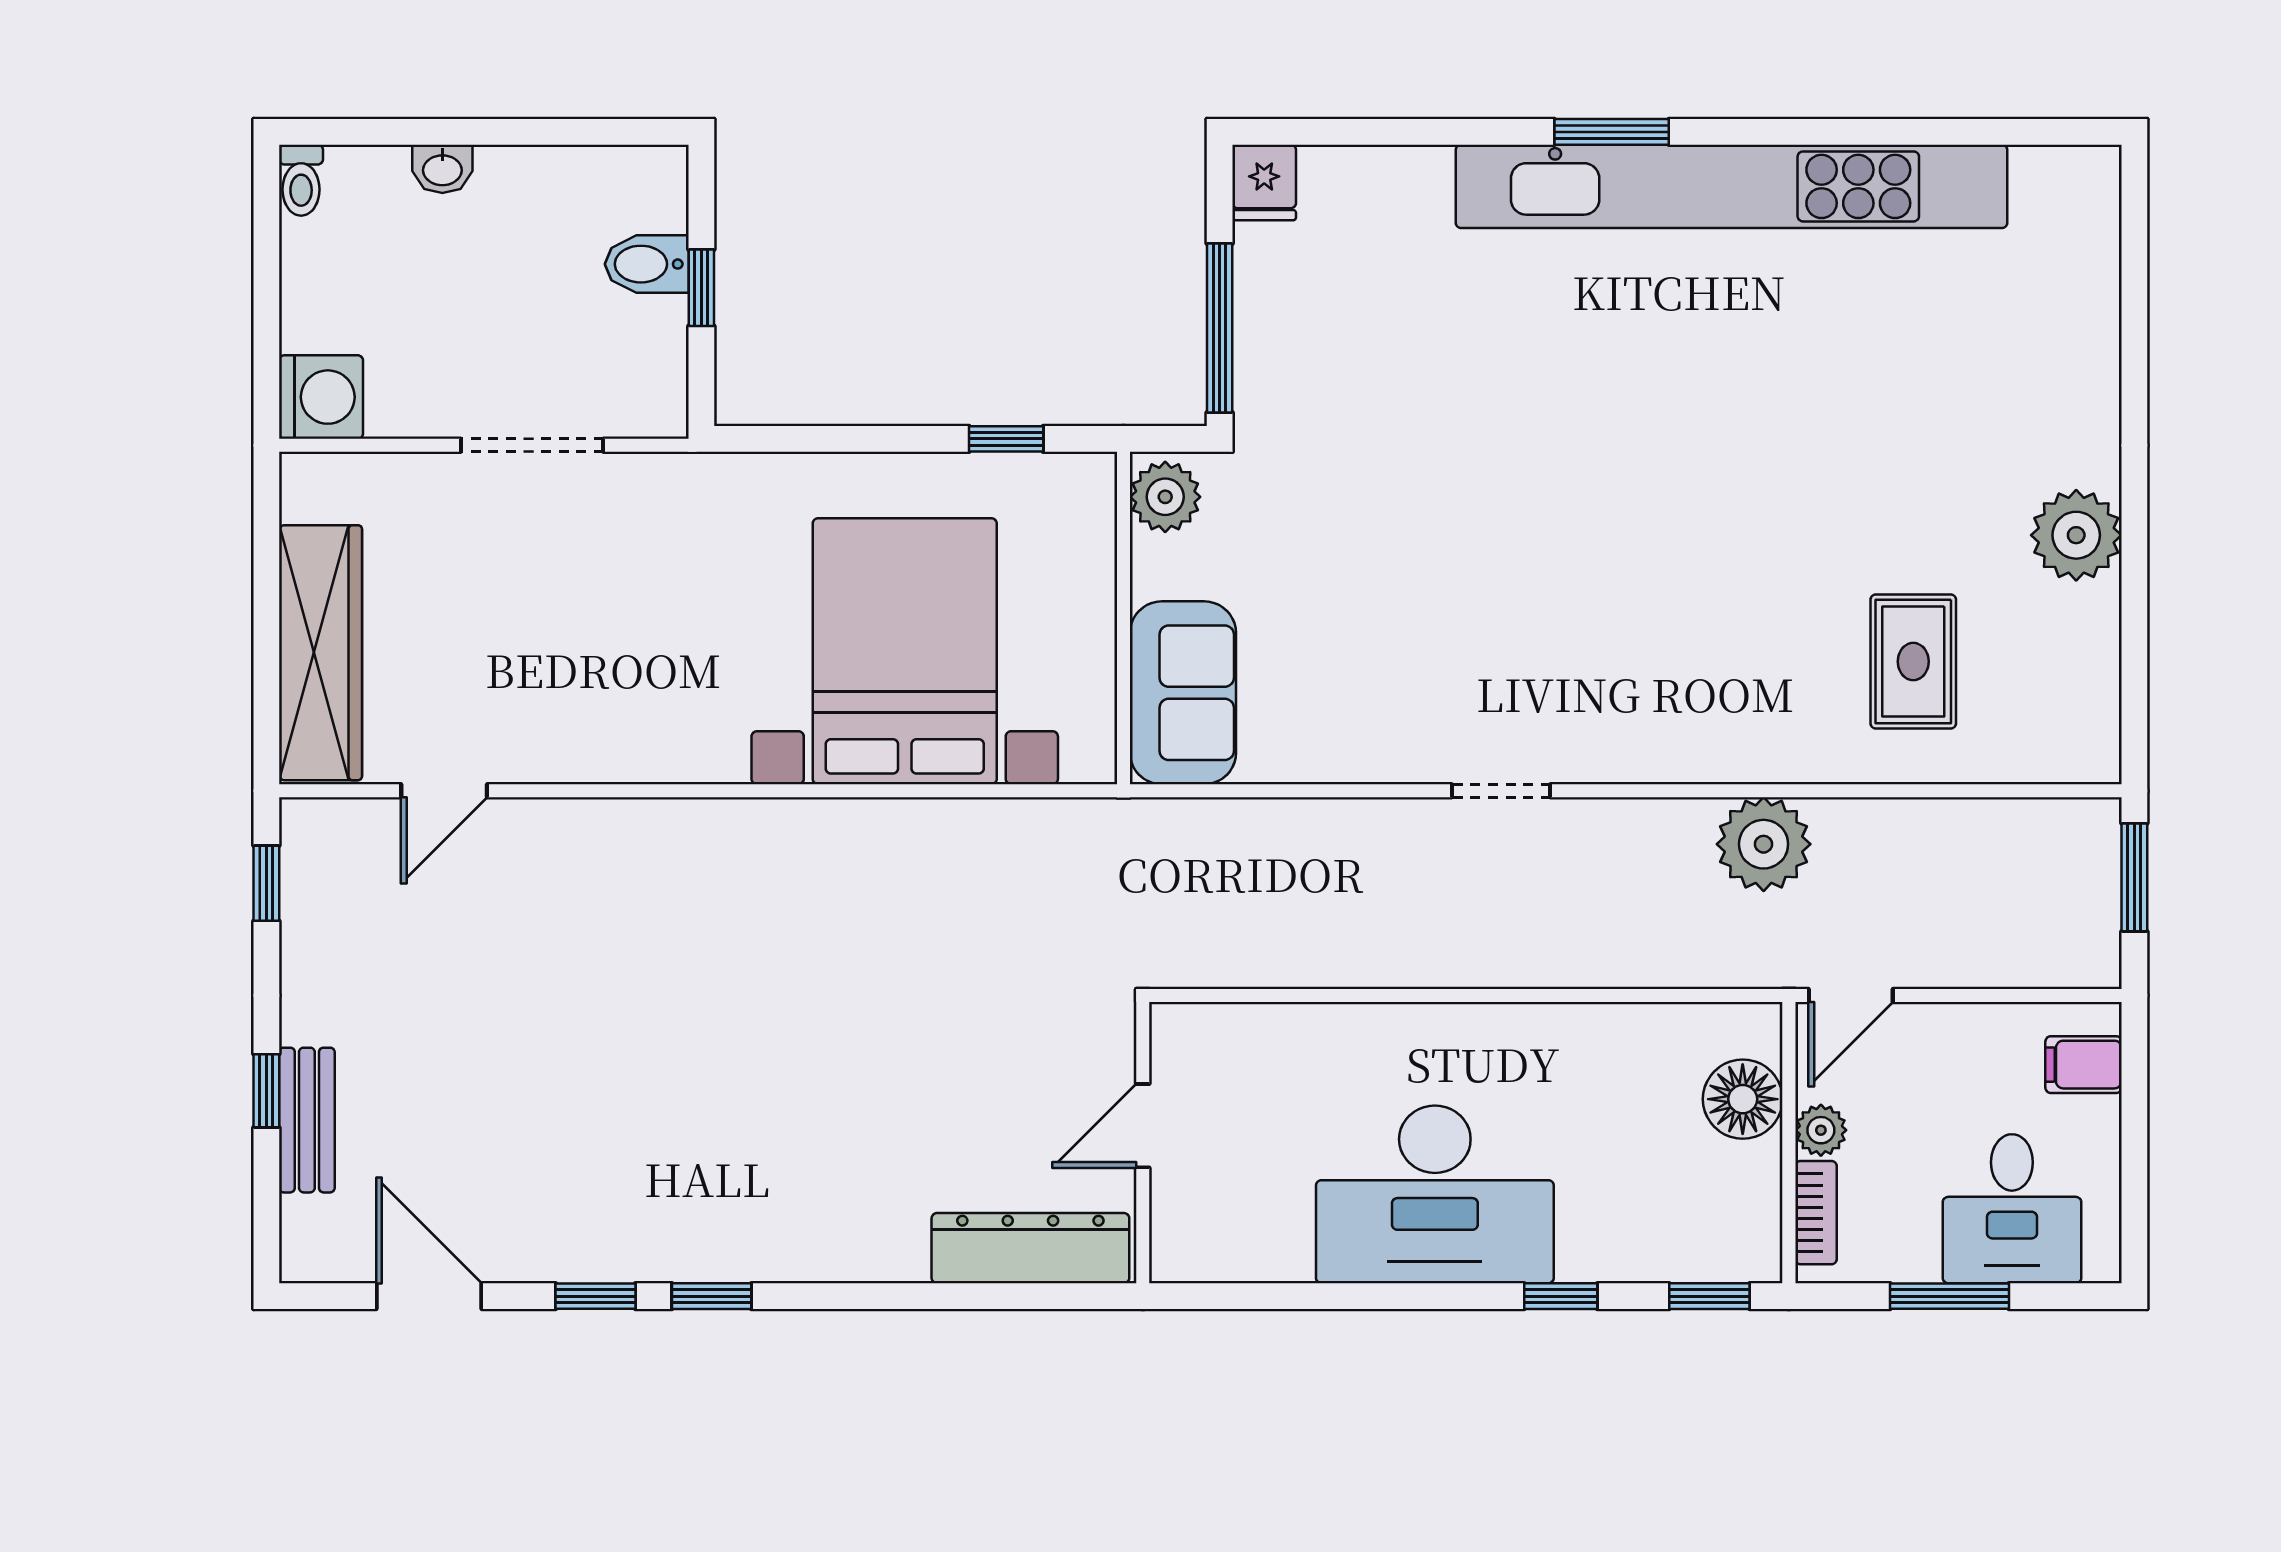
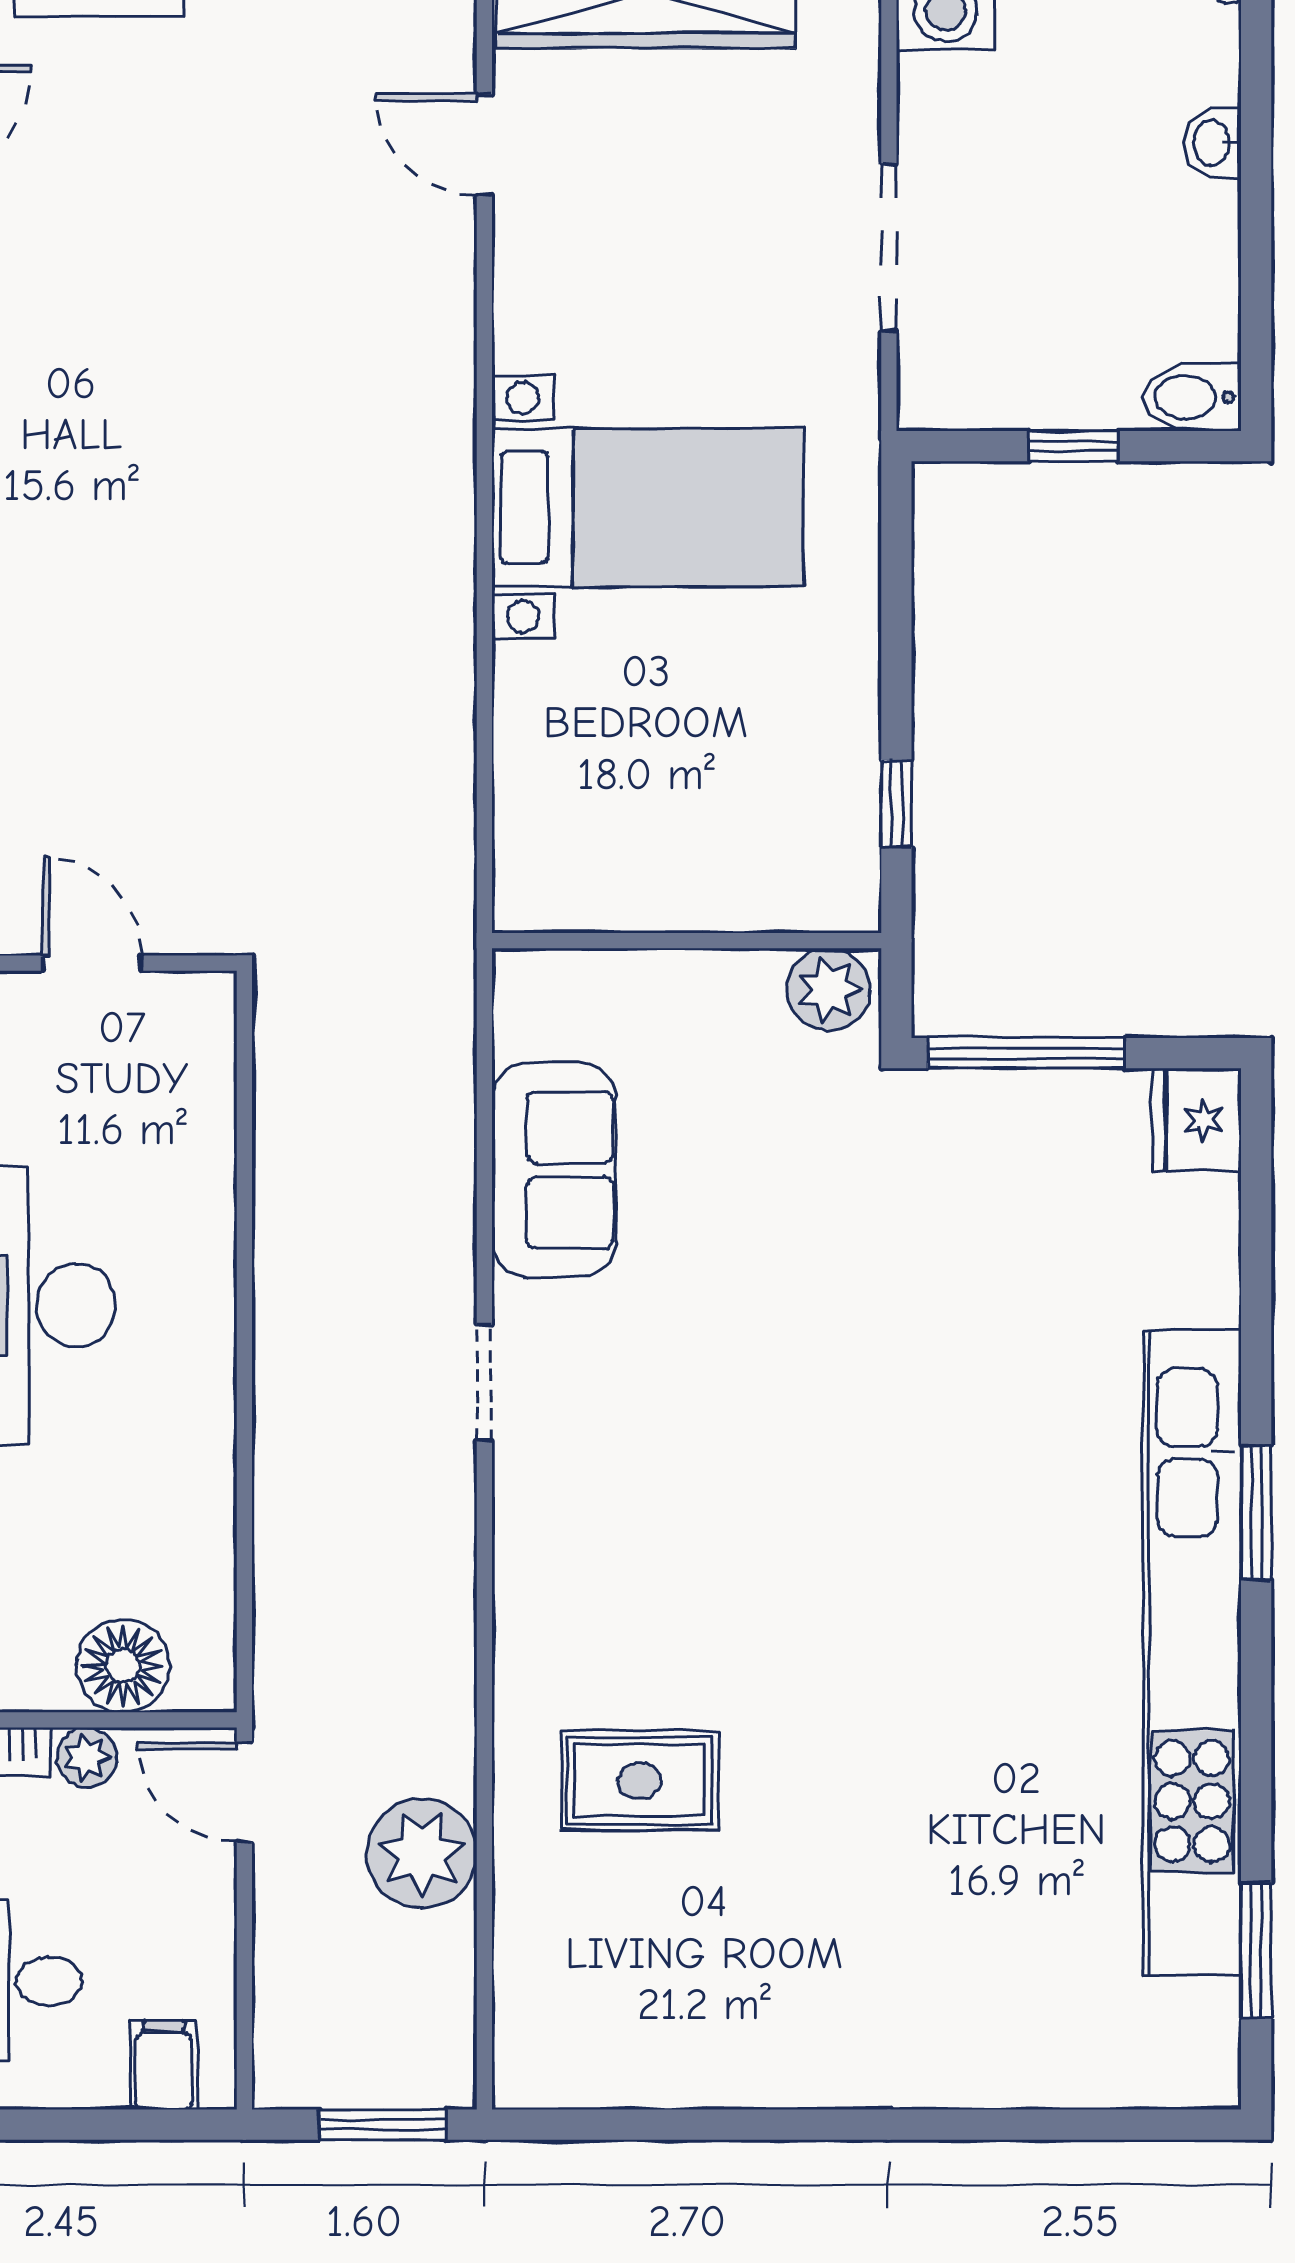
window: (1986, 132) -> (1256, 1950), added
fridge: (1264, 183) -> (1197, 1120), width x1.38
bidet: (647, 264) -> (1192, 397), moved, turned -90
plant: (2076, 535) -> (784, 2056), removed
bed with nightstands: (905, 651) -> (648, 507), moved, width x0.73
rug: (1913, 662) -> (640, 1780), moved
sofa: (1183, 693) -> (554, 1170), moved, turned -90
plant: (1764, 844) -> (422, 1854), moved

